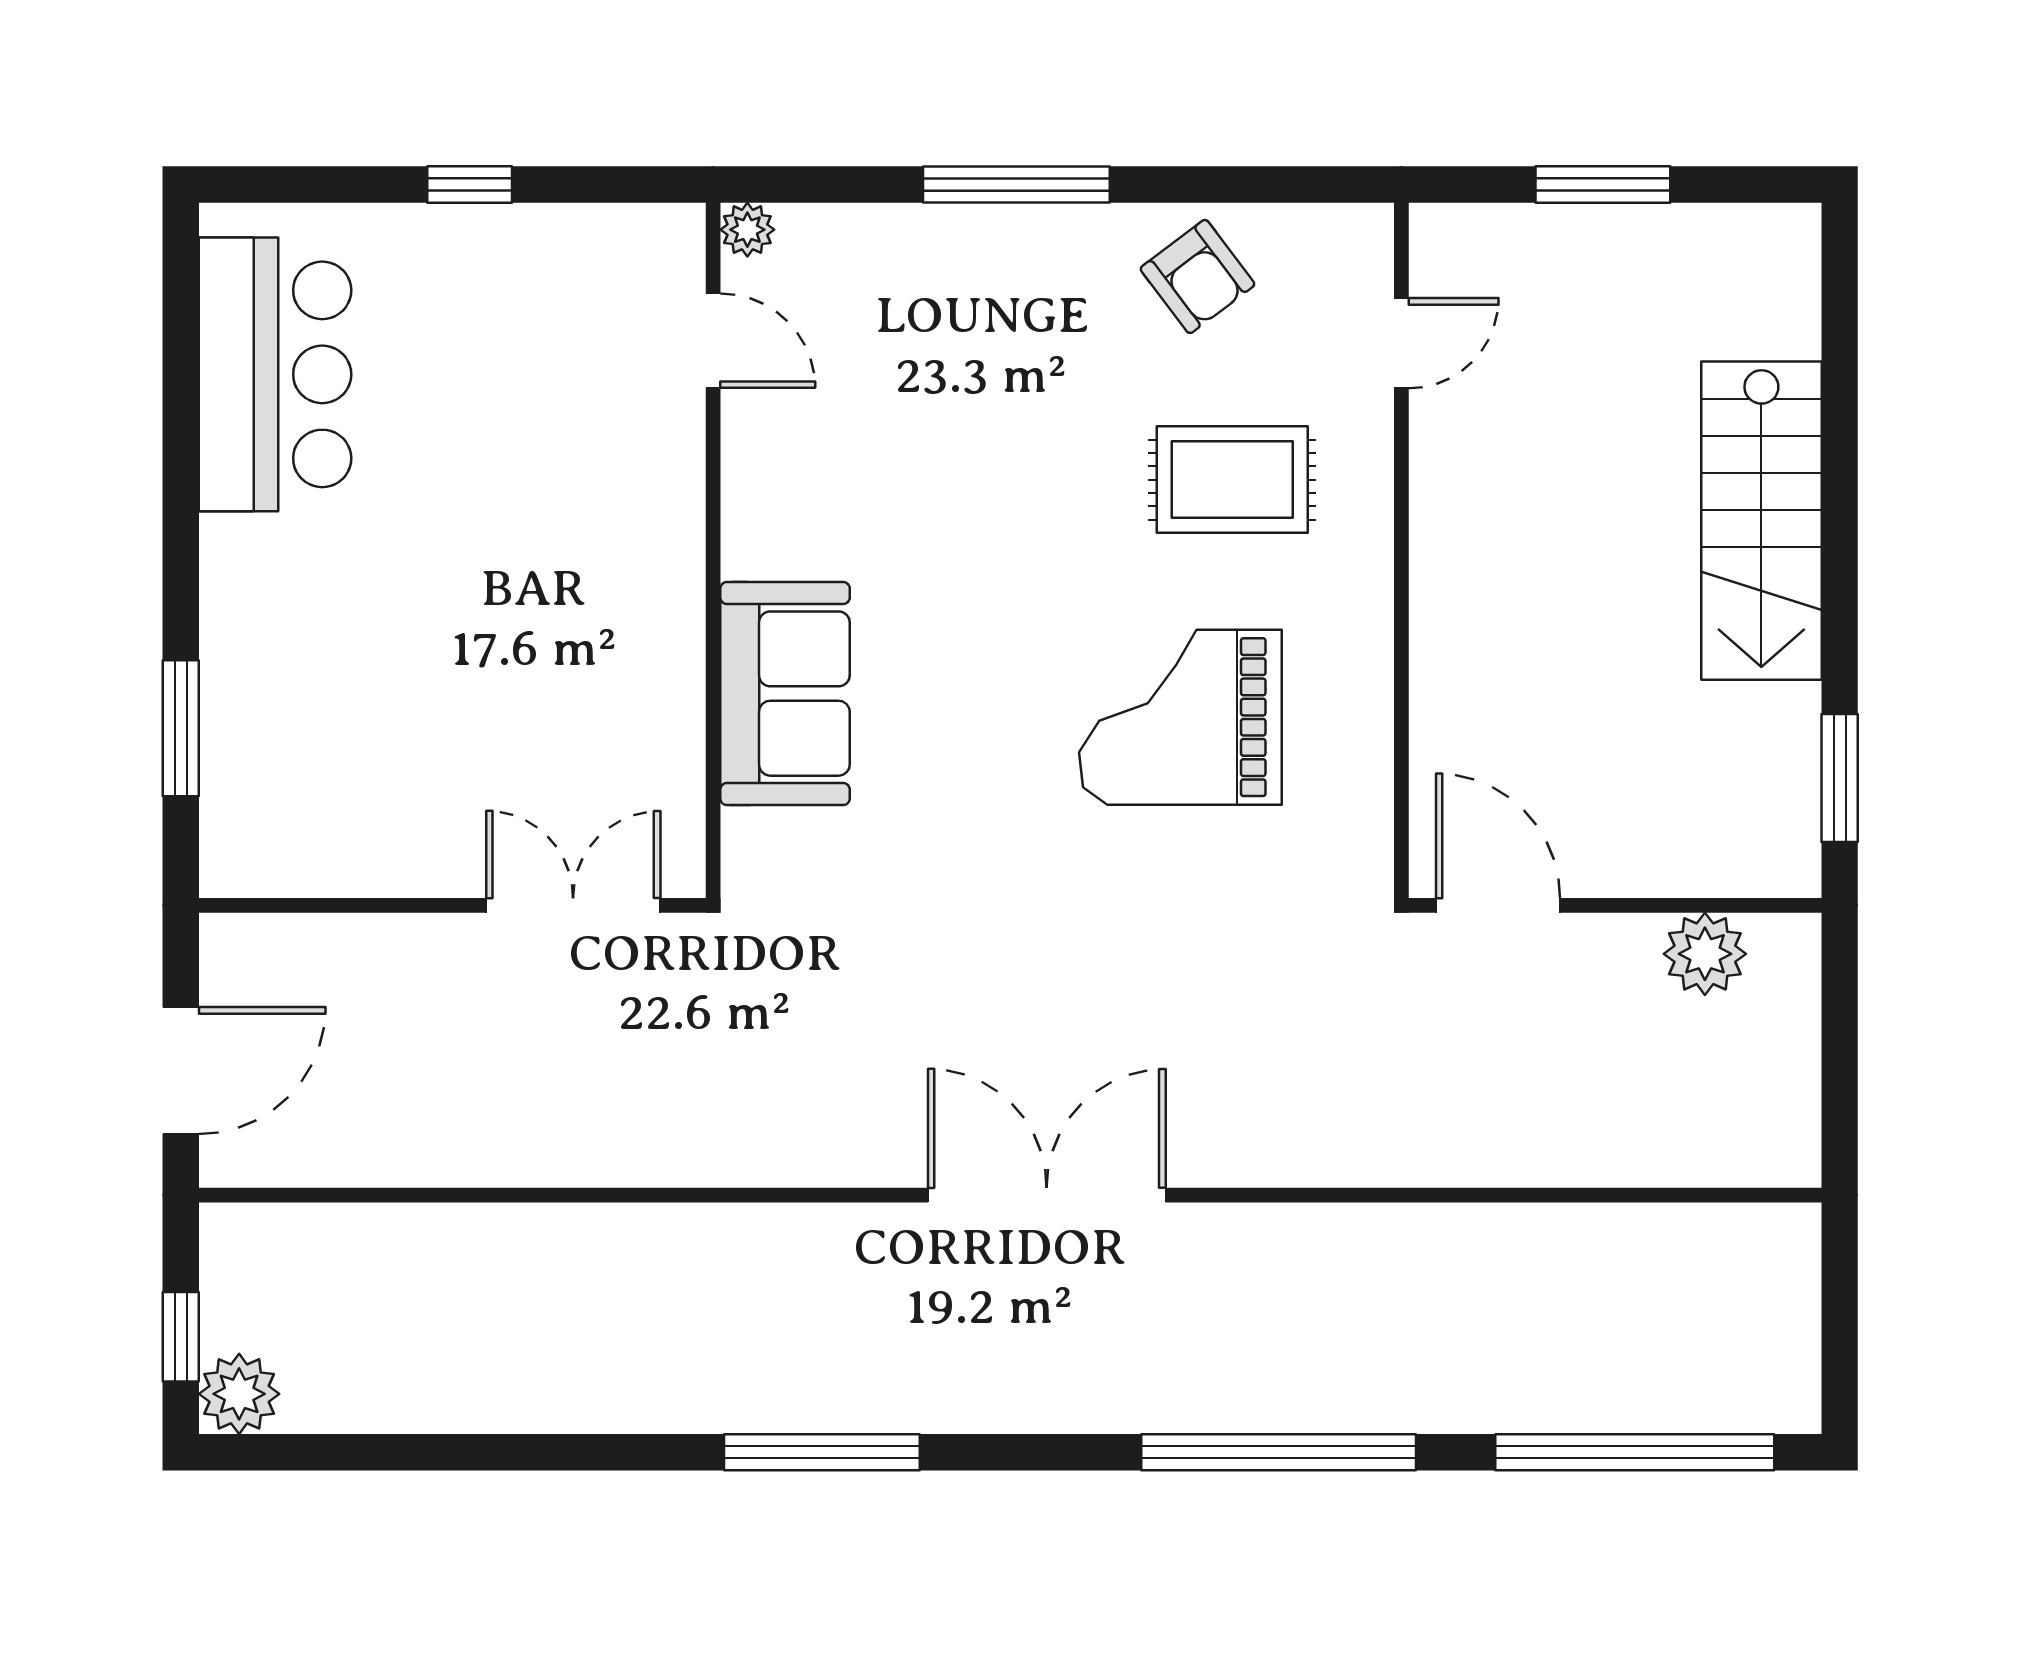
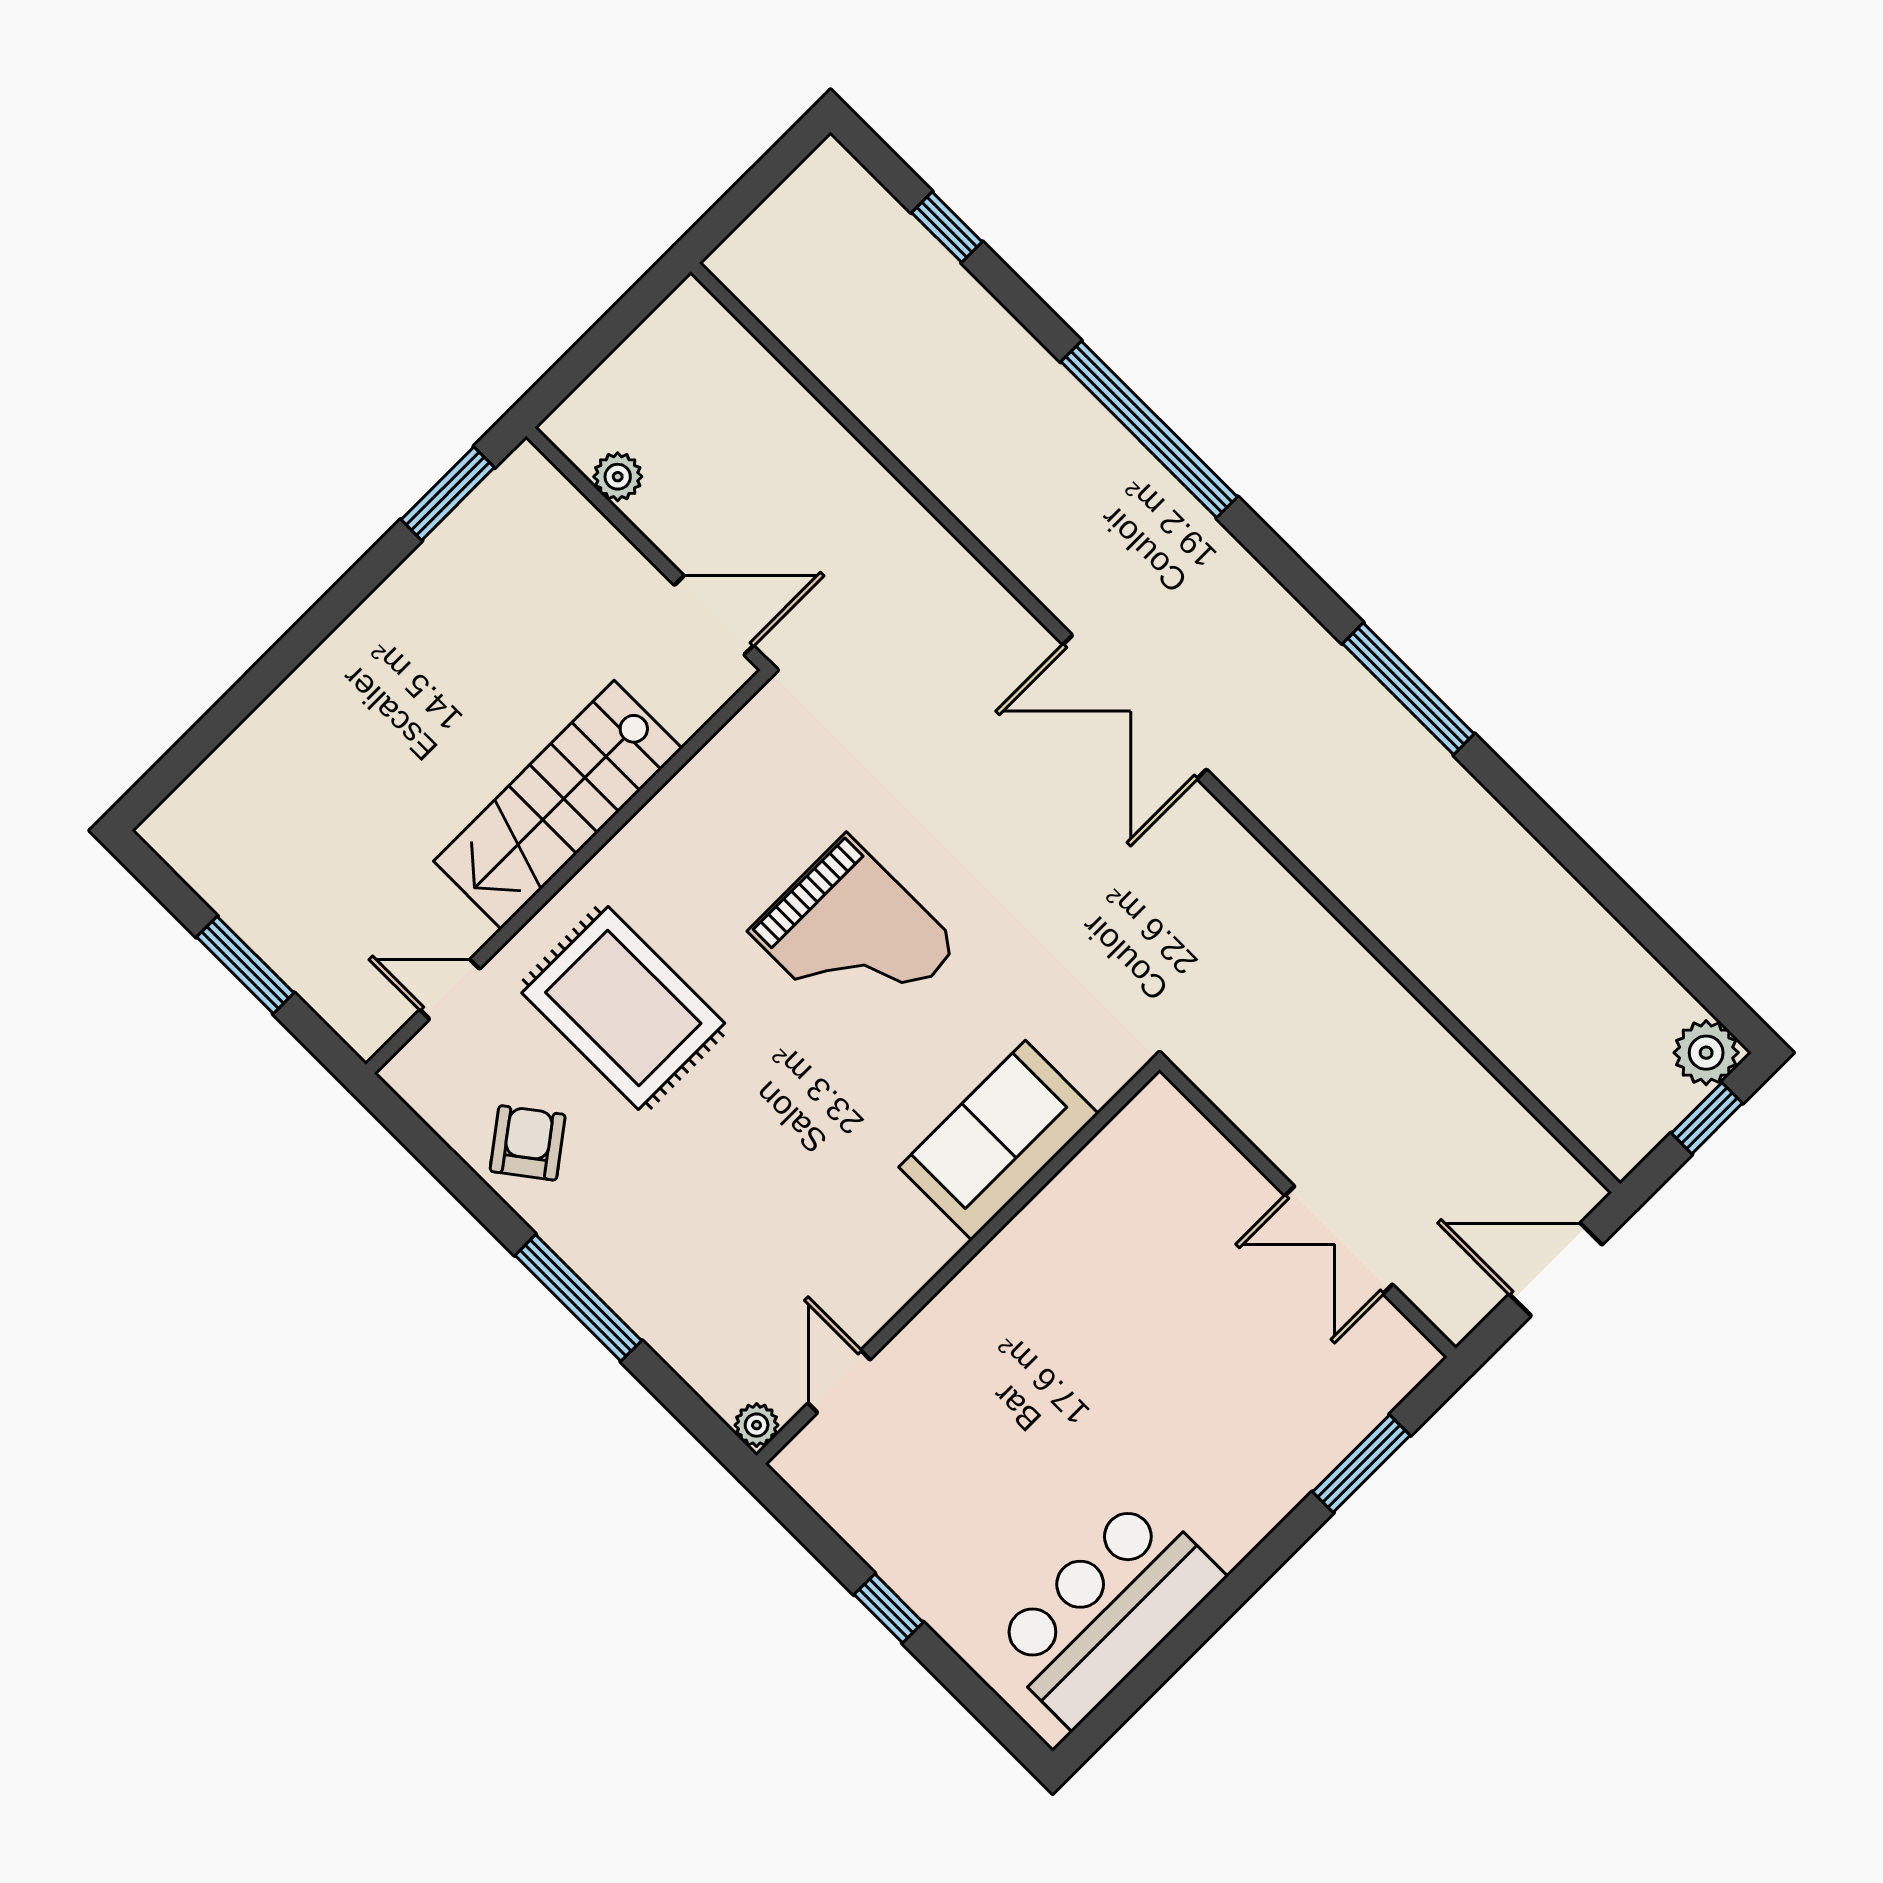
rug: (1232, 480) -> (623, 1008), width x1.36, depth x1.43
stairs: (1761, 521) -> (558, 805), moved, turned 180
grand piano: (1180, 717) -> (854, 939), moved
double door: (573, 905) -> (1339, 1240), moved
door: (1498, 905) -> (714, 615), swing flipped
plant: (1705, 954) -> (618, 477), width x0.73, depth x0.73
window: (1635, 1452) -> (947, 227), width x0.32

